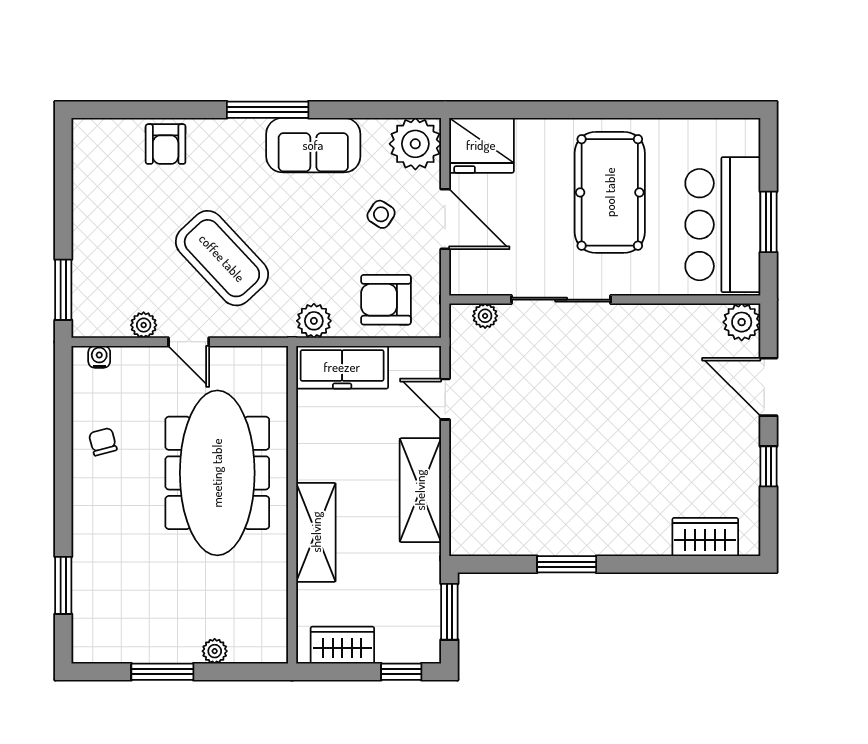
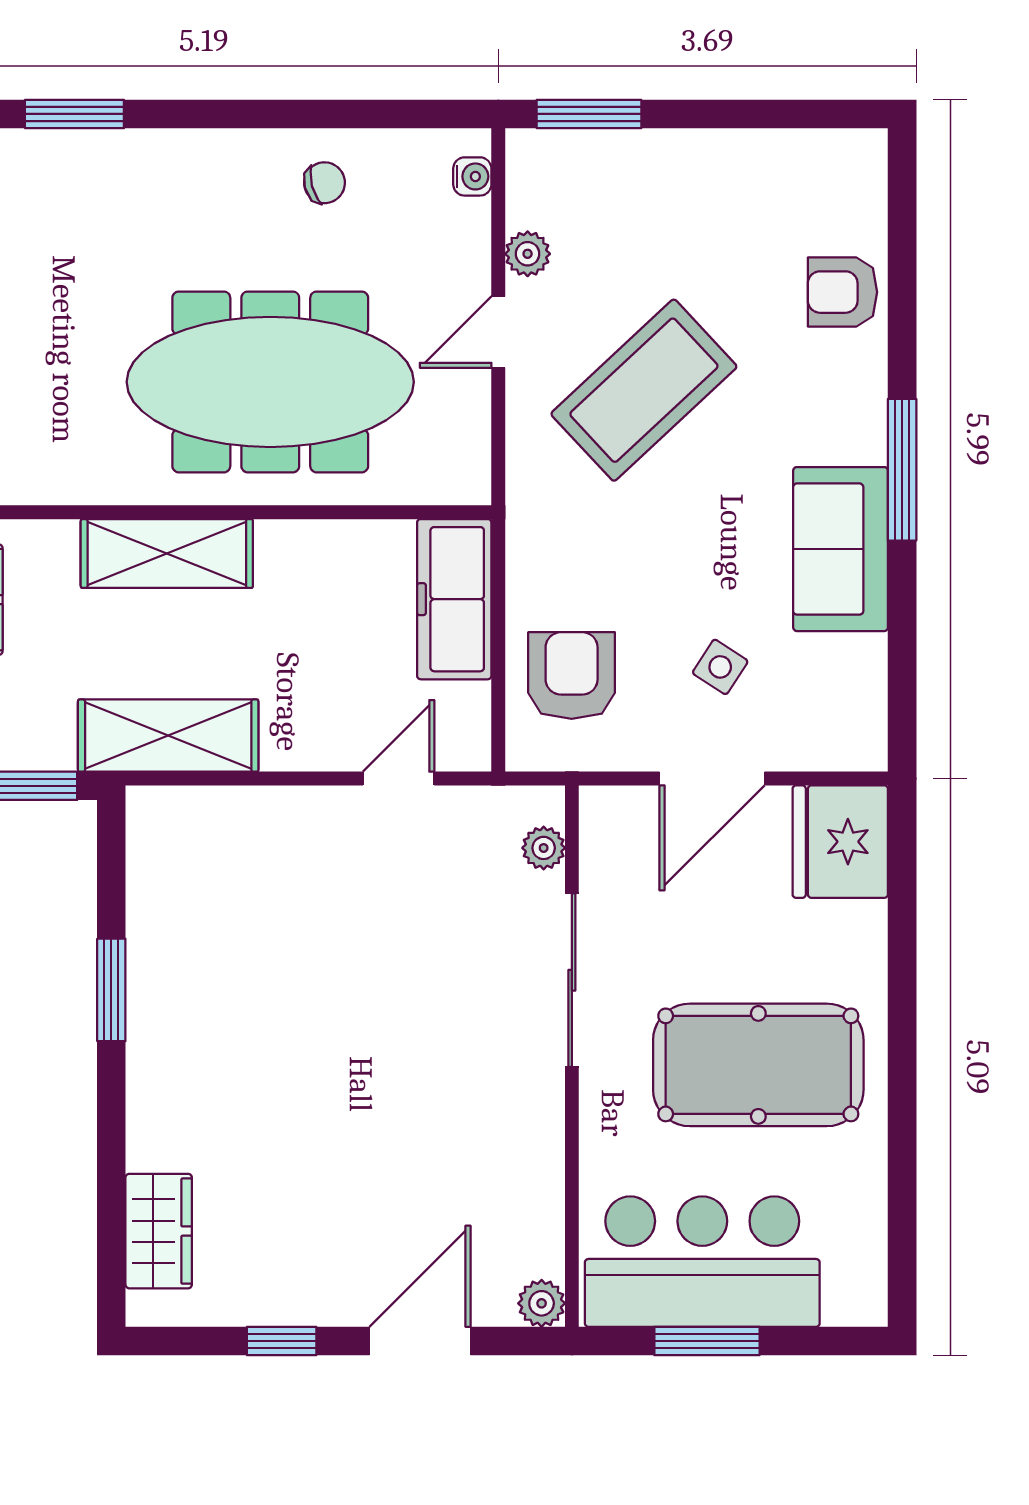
plant: (415, 144) -> (843, 727), removed
plant: (314, 321) -> (535, 550), removed
plant: (742, 322) -> (542, 1303), width x0.73, depth x0.73
shelving: (420, 490) -> (168, 736), moved

